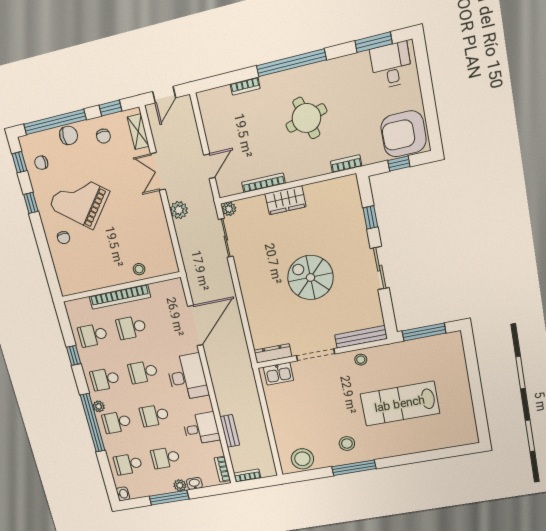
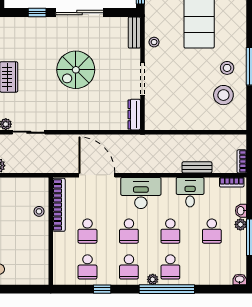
sliding door: (380, 268) -> (80, 13), width x1.37
bookcase: (120, 297) -> (59, 205), moved
bench: (361, 337) -> (134, 33), width x0.73
kitchen sink: (278, 374) -> (153, 114), removed
stool: (302, 459) -> (223, 95), moved
school desk: (128, 464) -> (212, 267), removed

